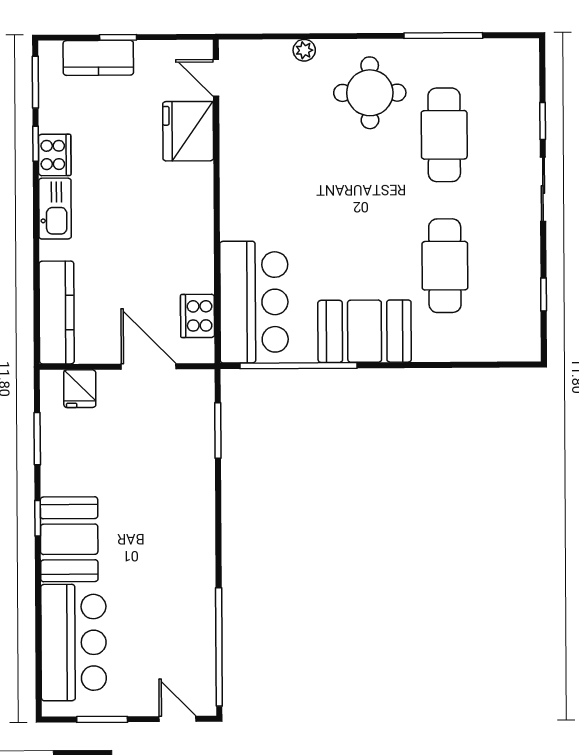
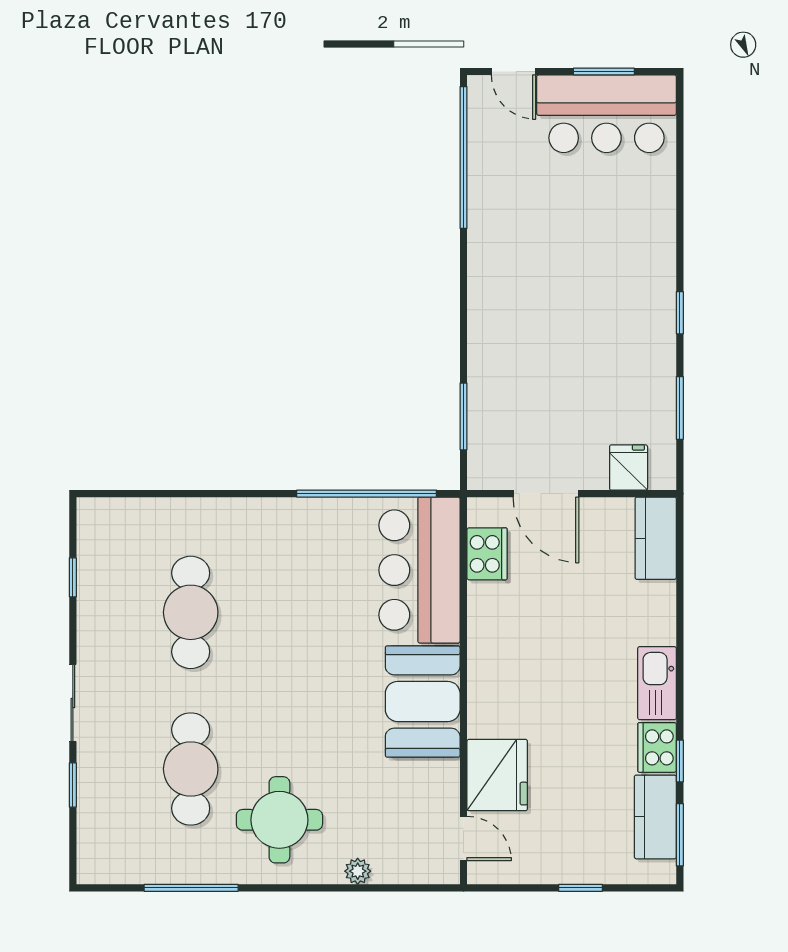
kitchen counter: (98, 58) -> (655, 817), moved, turned -90
kitchen counter: (57, 312) -> (656, 538), width x0.67
booth: (365, 331) -> (423, 701), moved, turned 90
booth: (69, 539) -> (642, 287), removed
bar counter: (74, 642) -> (606, 114), moved, turned -90

